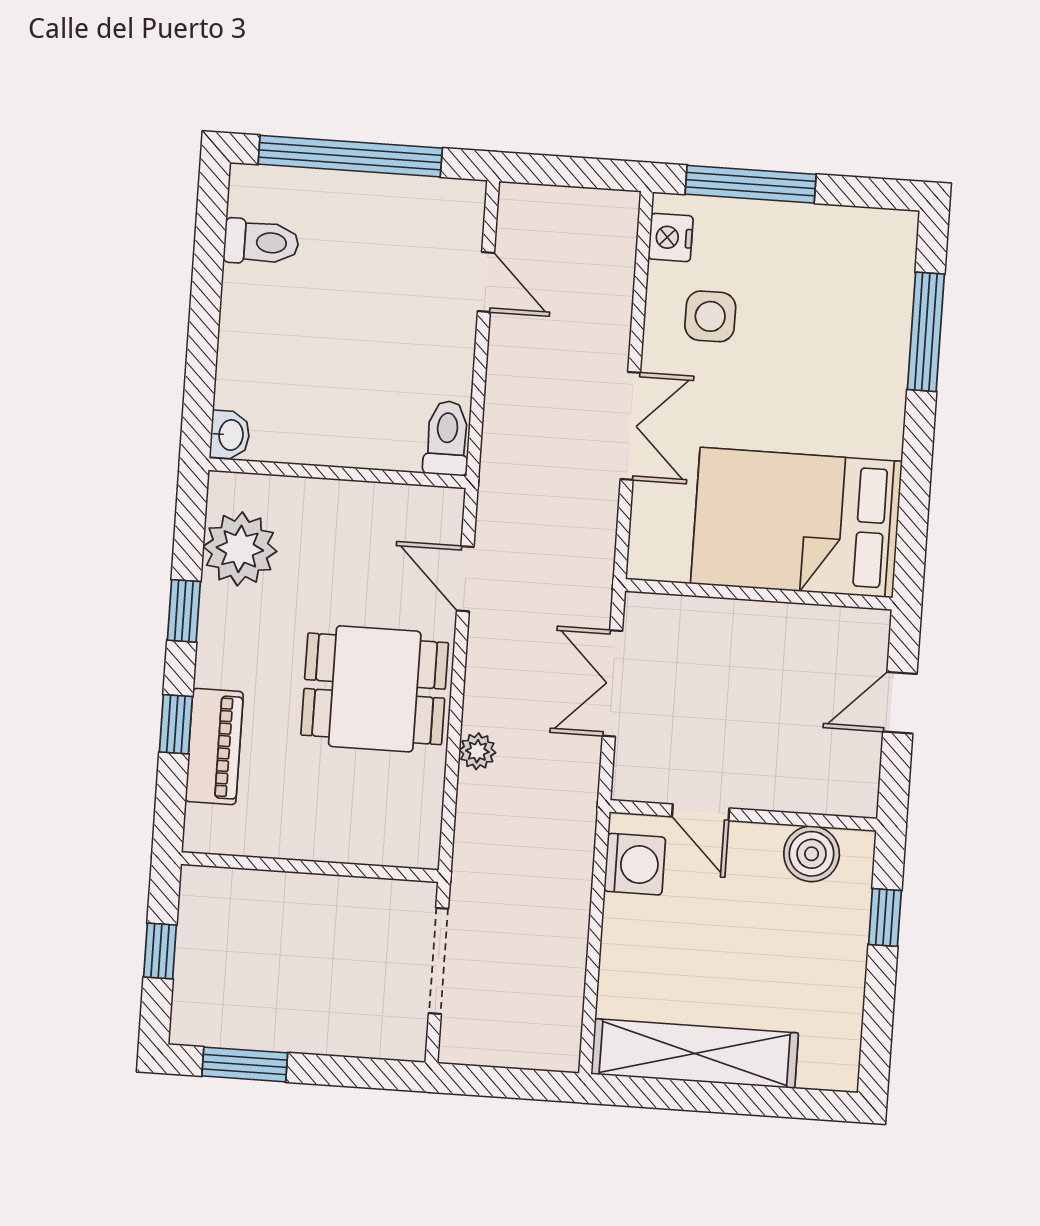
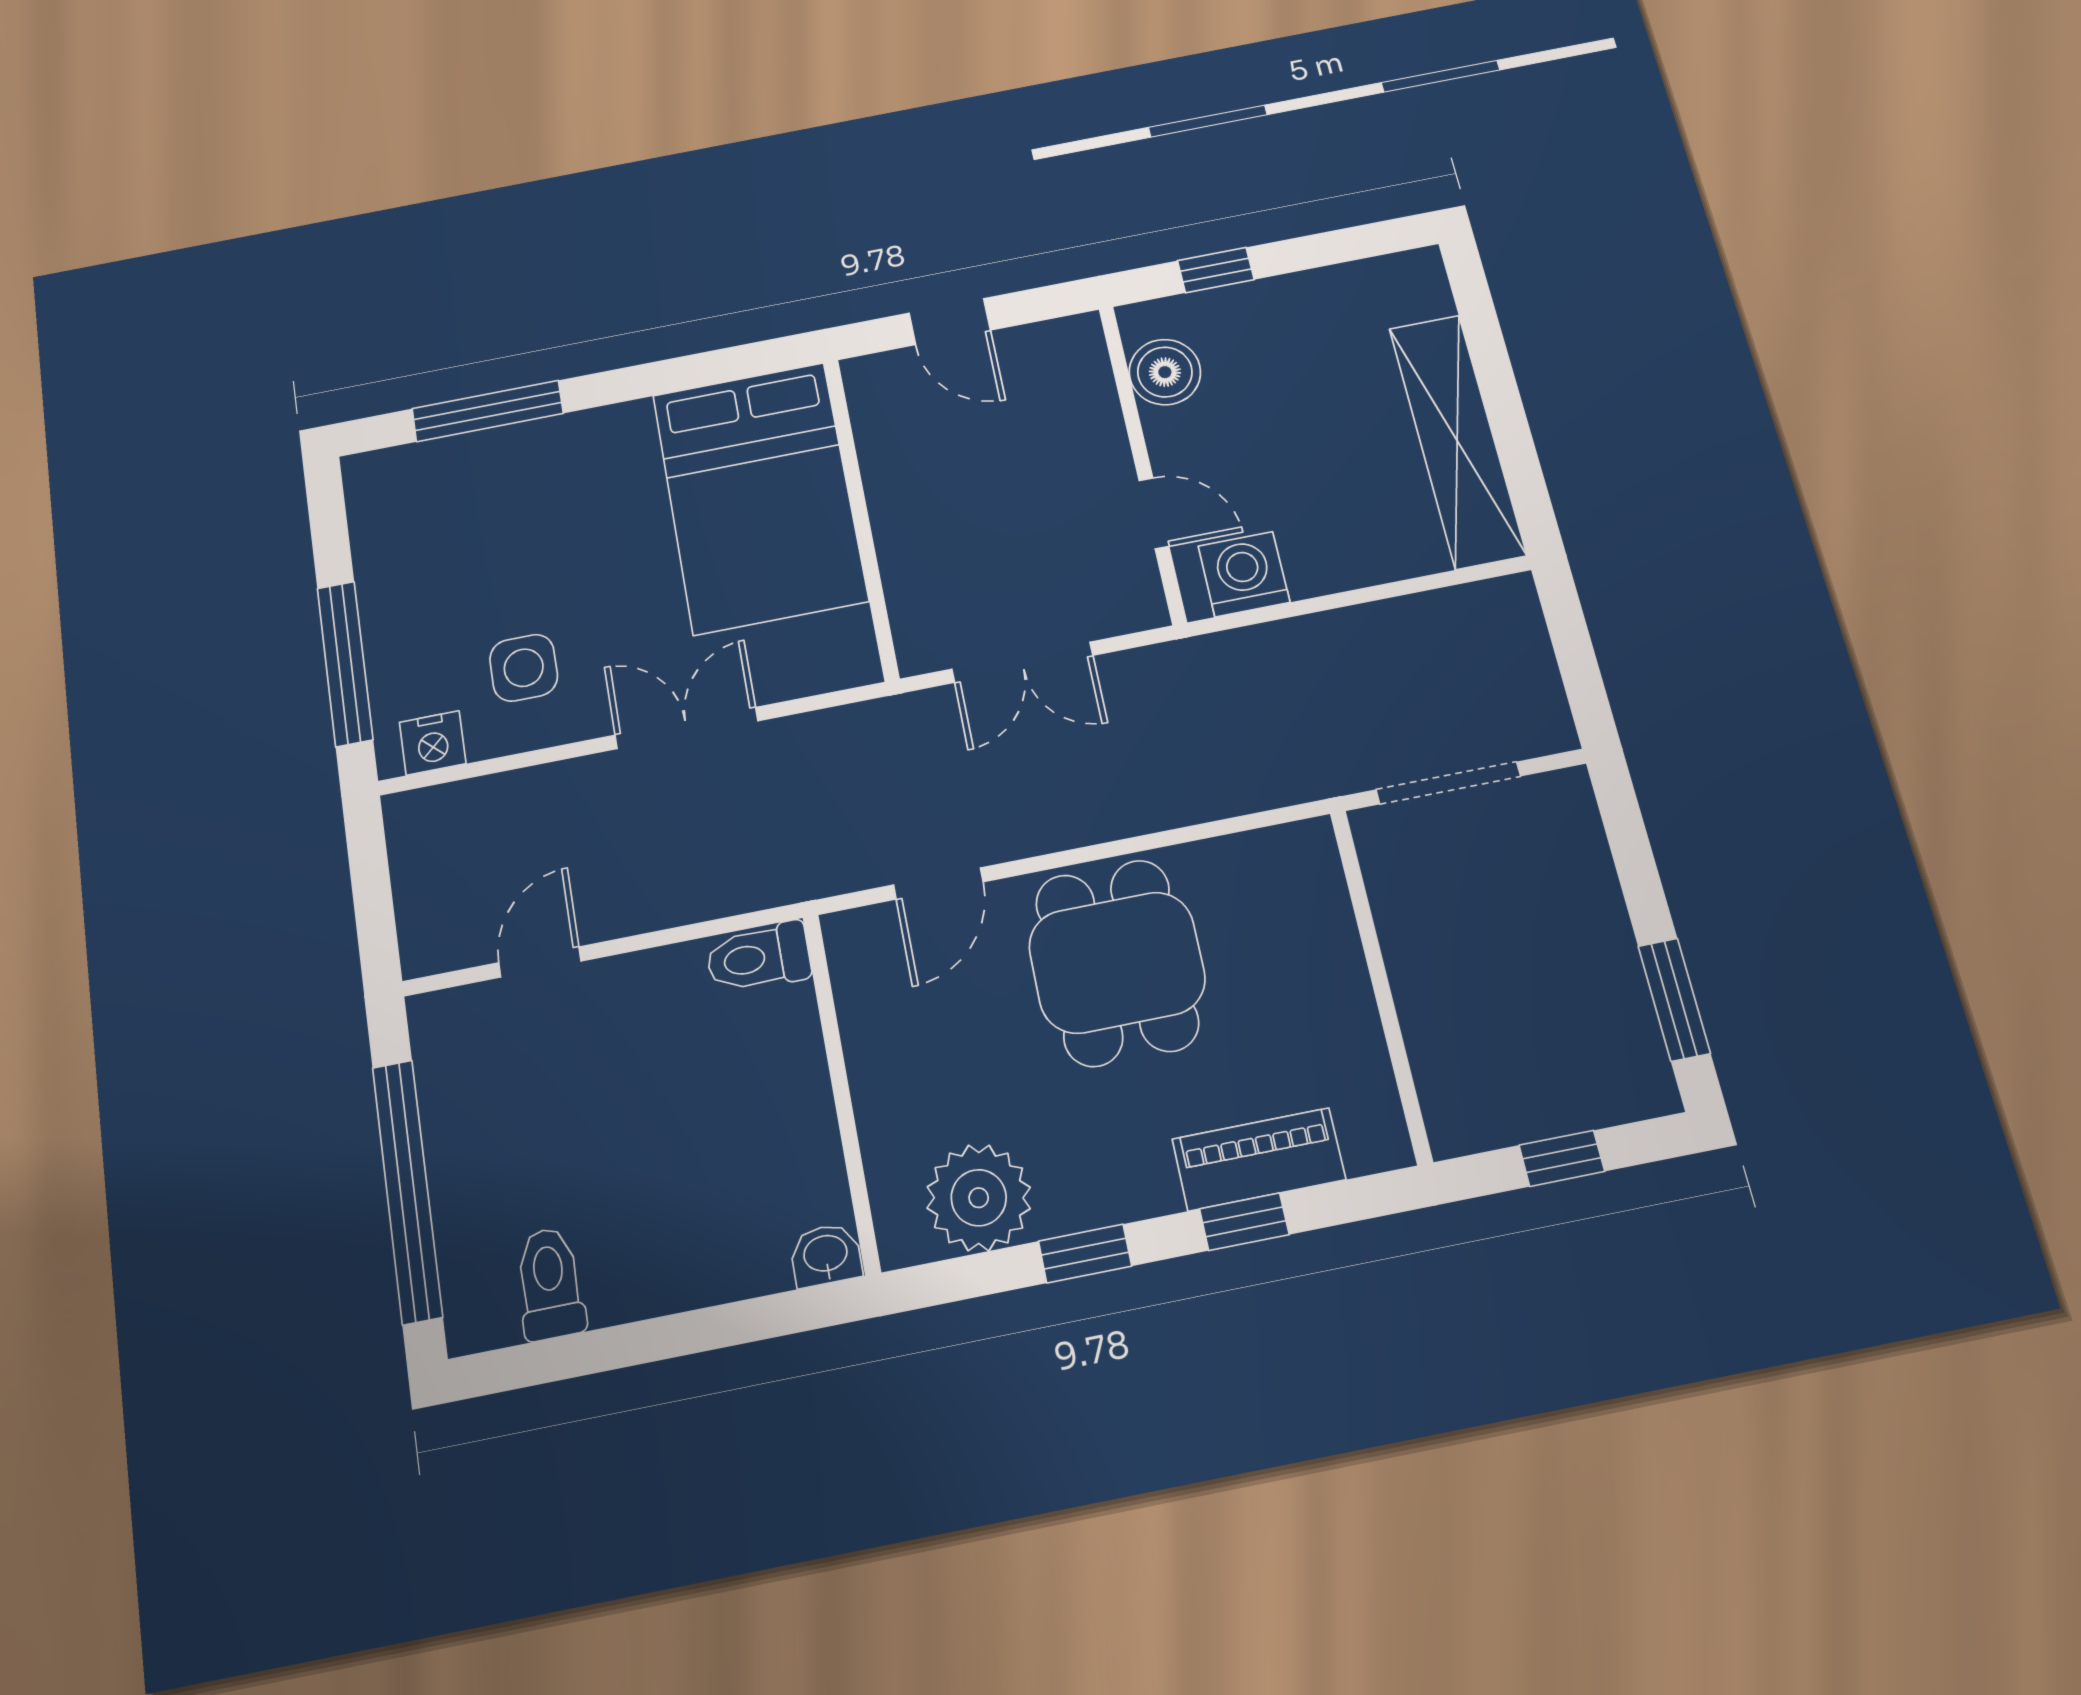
plant: (477, 751) -> (1159, 807), removed
door: (701, 812) -> (1154, 513), hinge flipped

